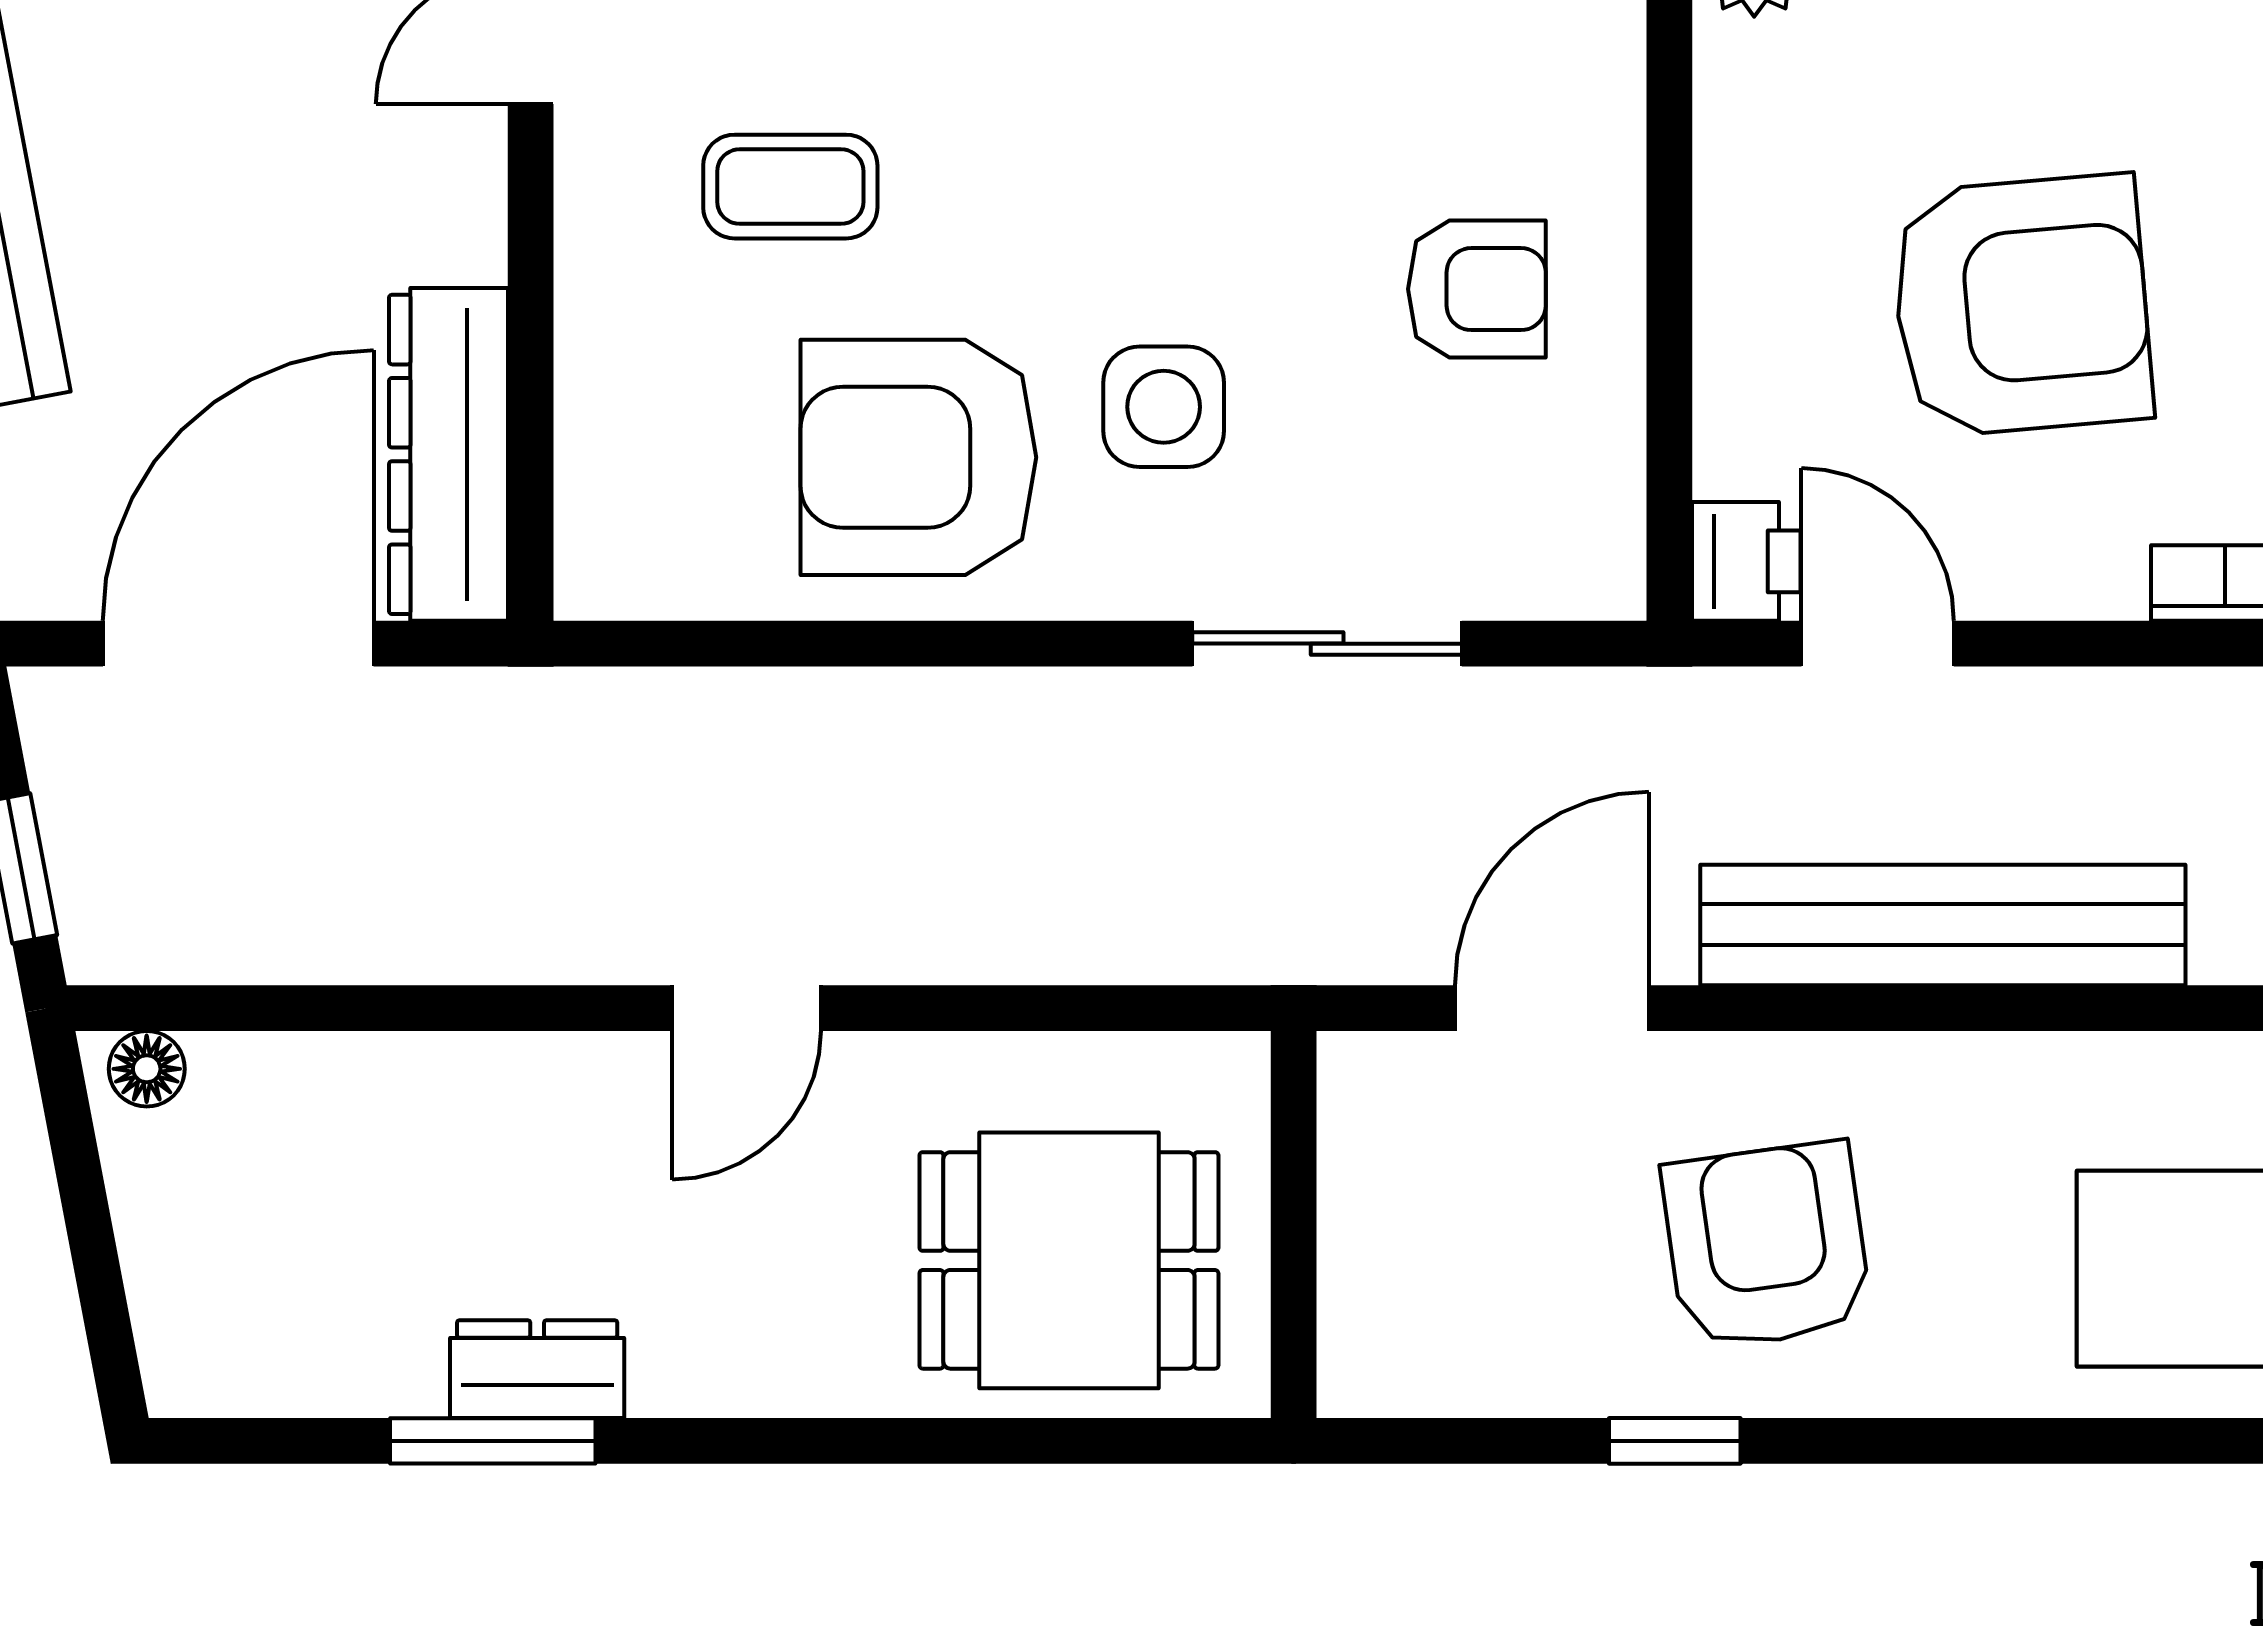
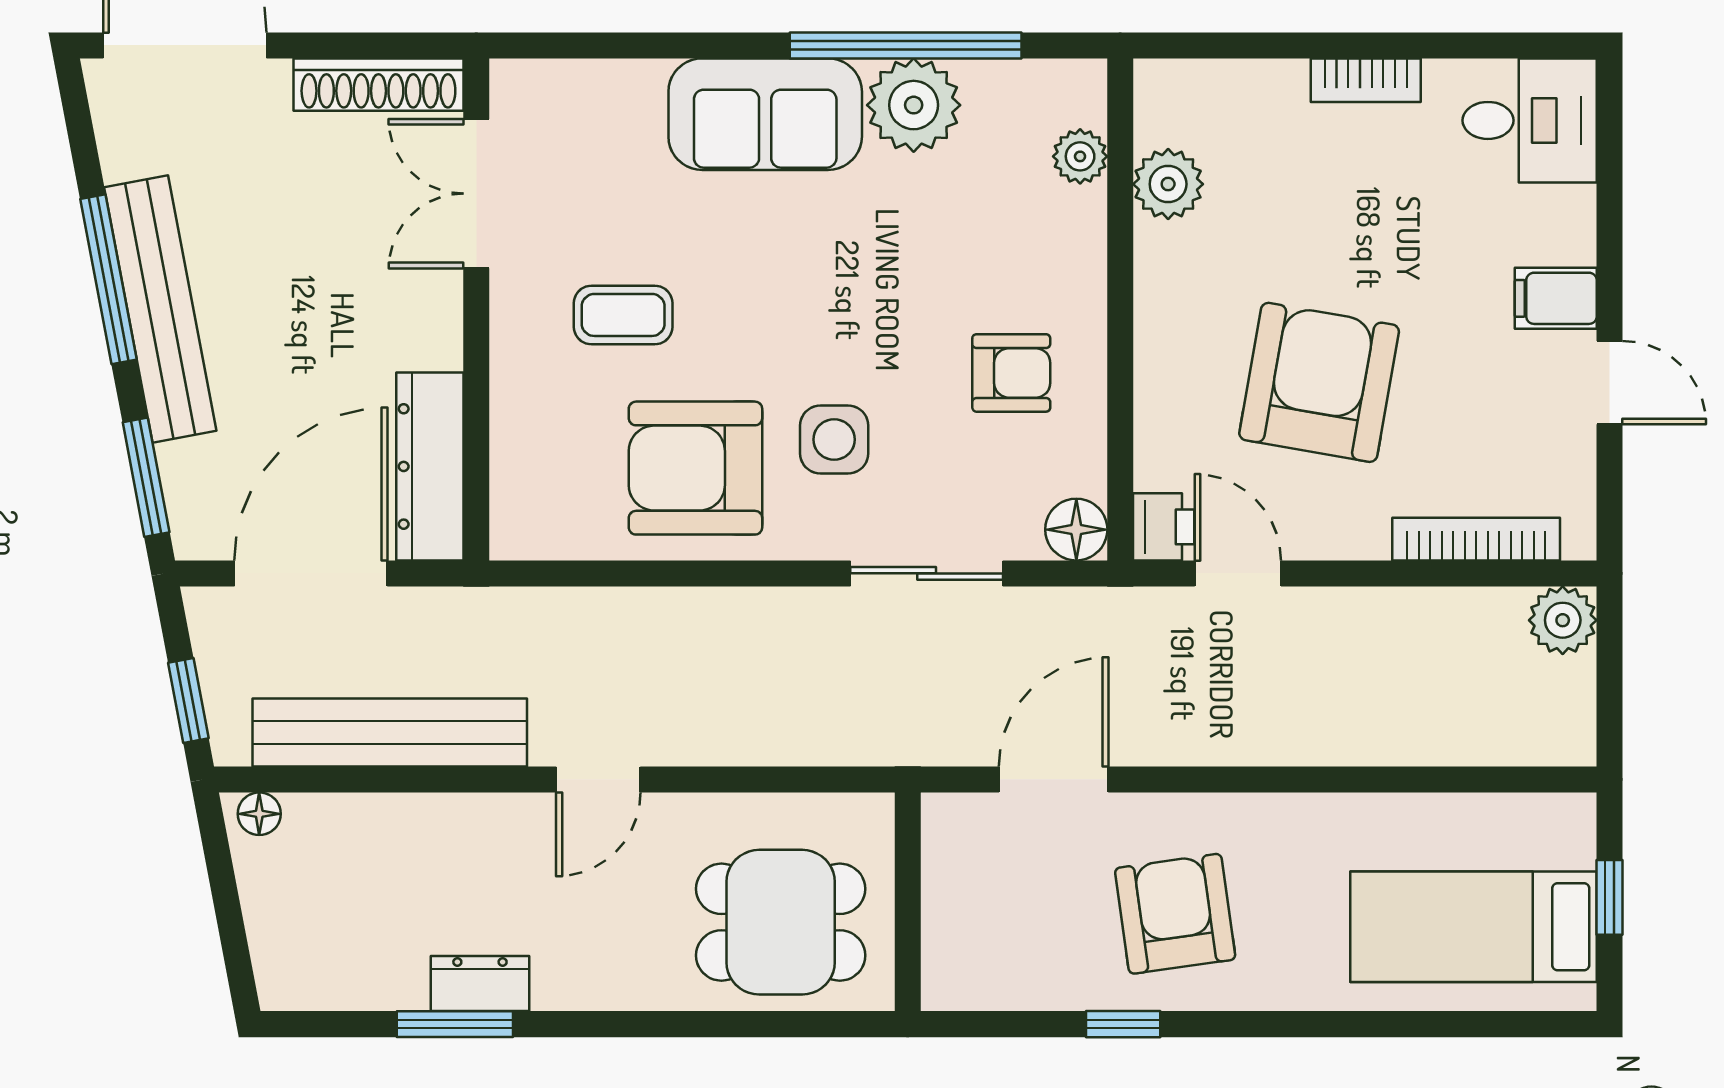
armchair: (2021, 306) -> (1319, 382), turned -75
floor lamp: (1592, 566) -> (1076, 530), added
bench: (1943, 925) -> (390, 732), moved

